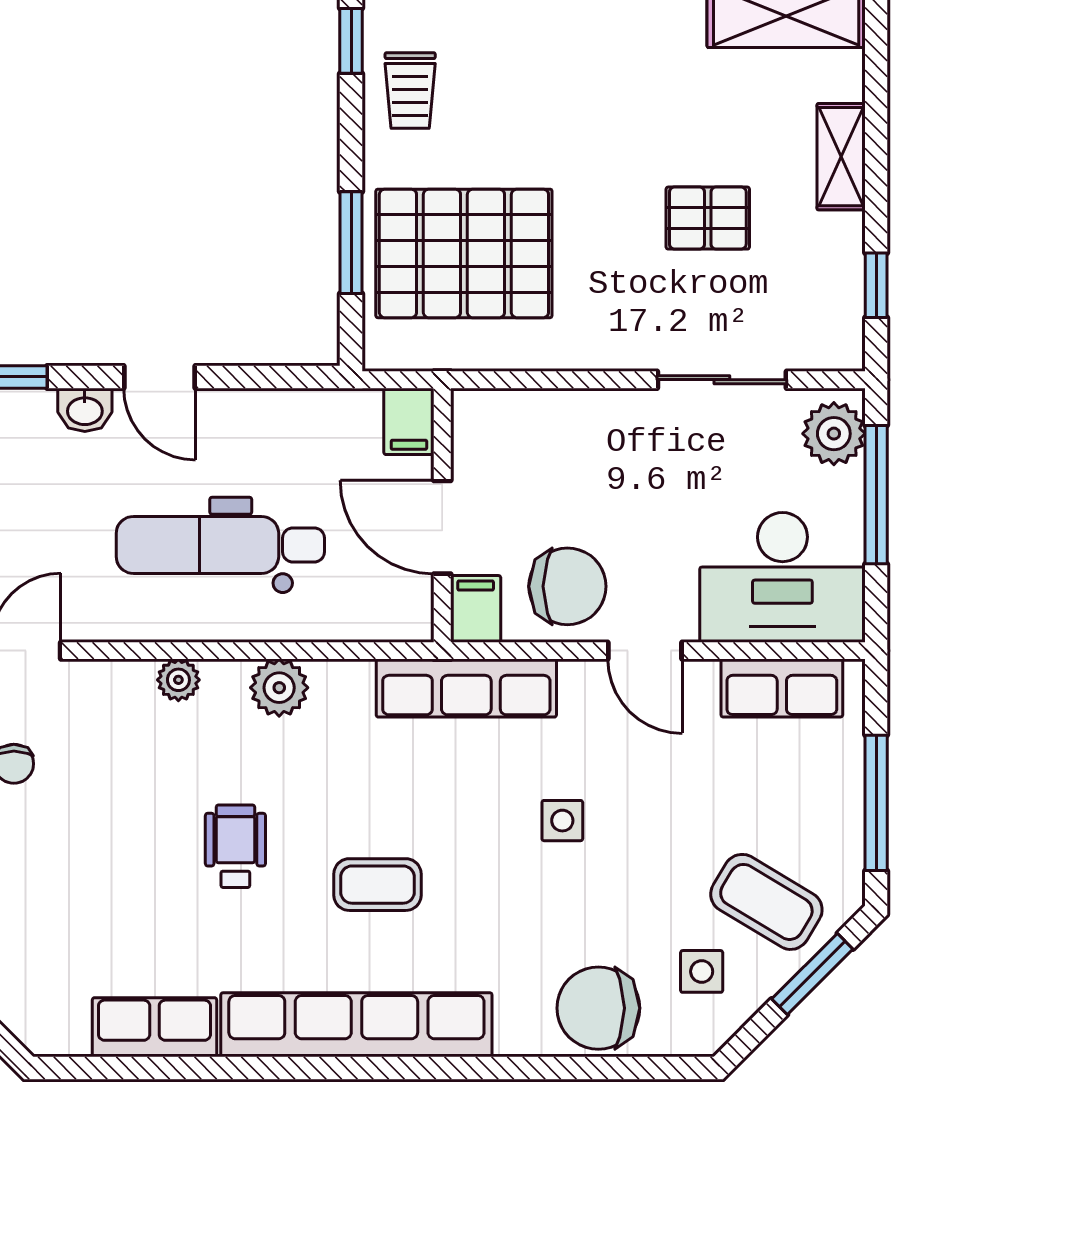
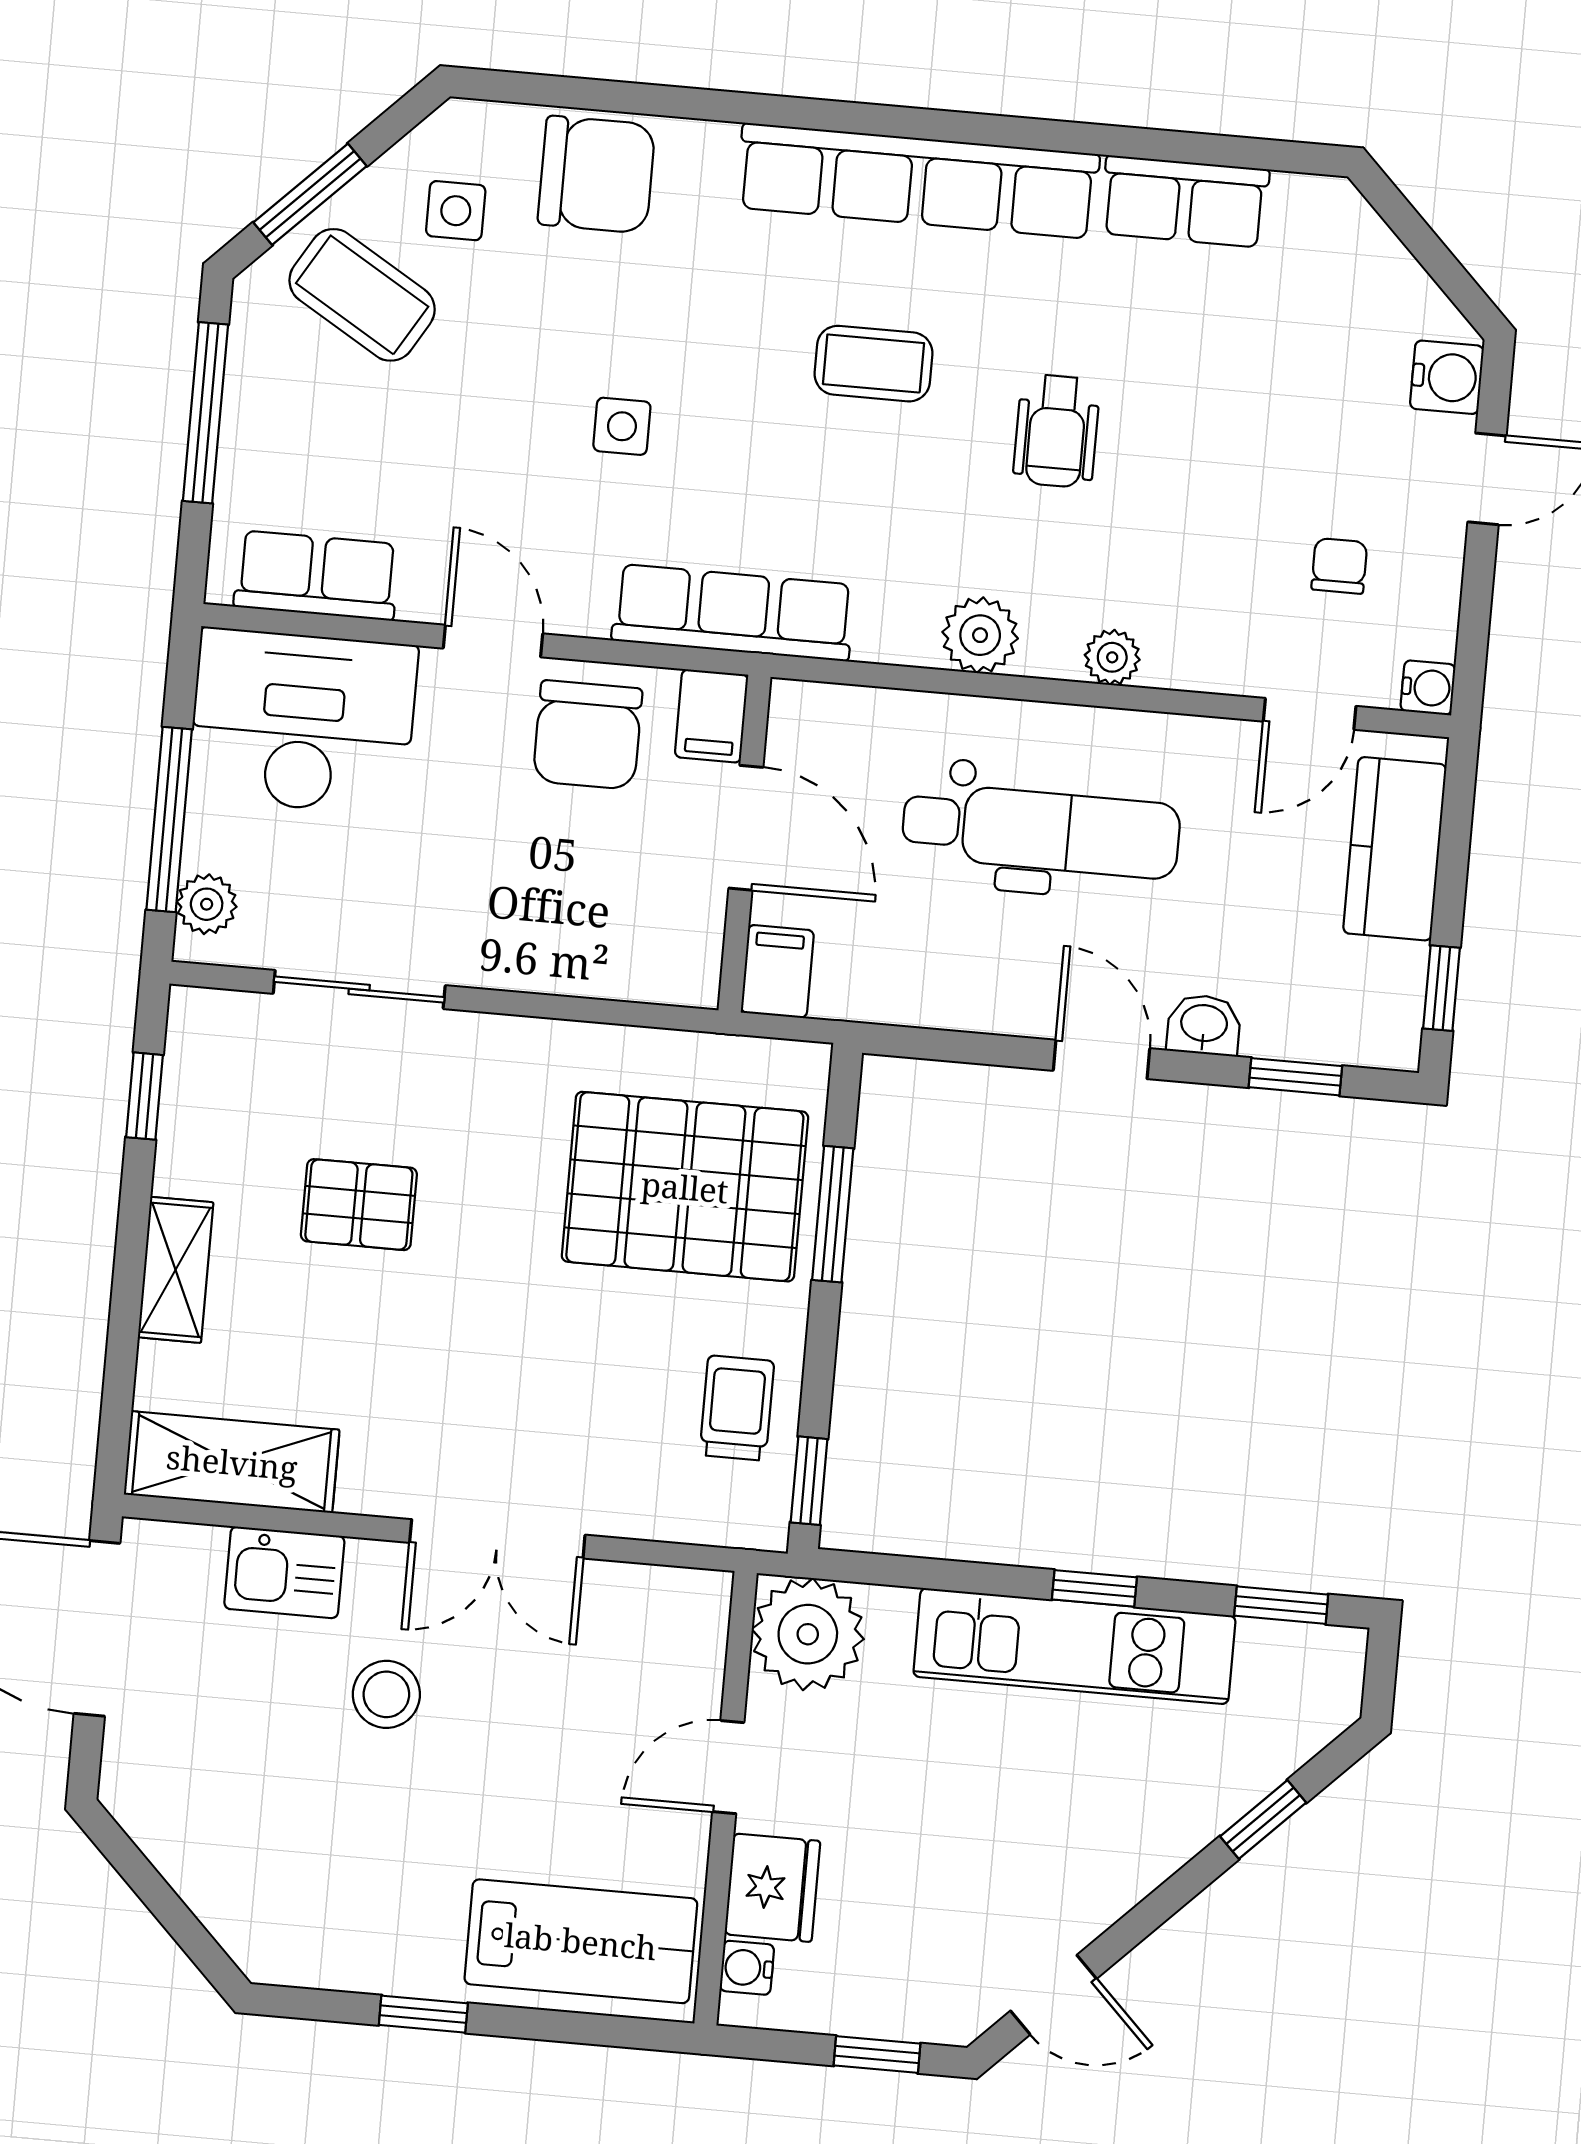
plant: (834, 434) -> (207, 904), width x0.73, depth x0.73
chair: (567, 586) -> (588, 735), turned -90

